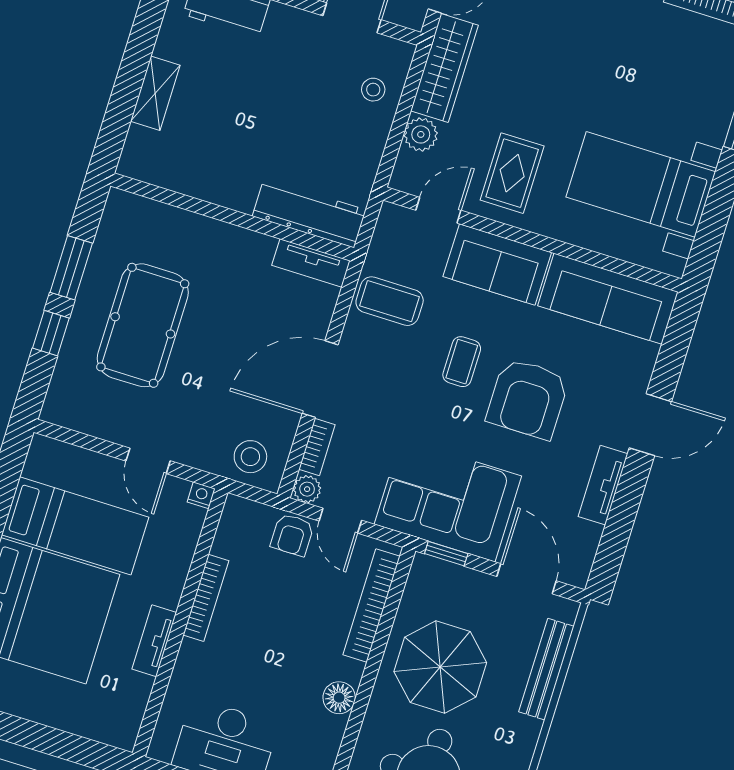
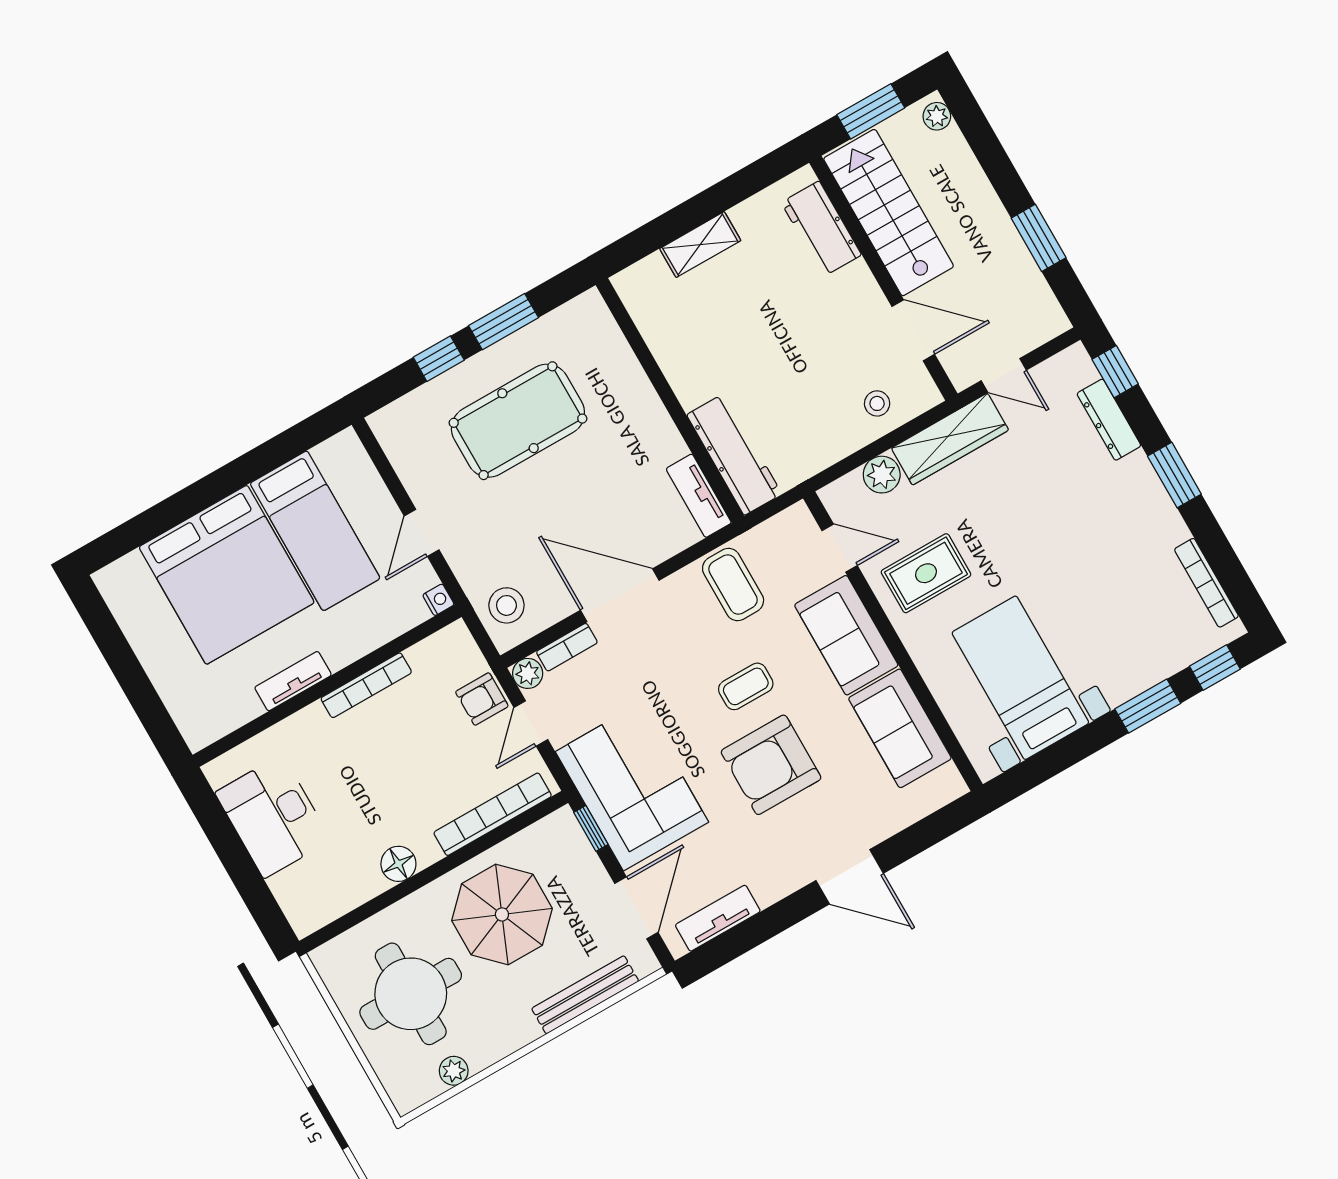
sofa: (608, 299) -> (900, 728), width x0.73
tv unit: (603, 485) -> (718, 918), moved

